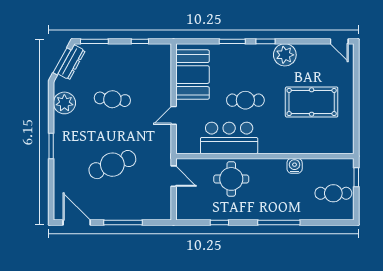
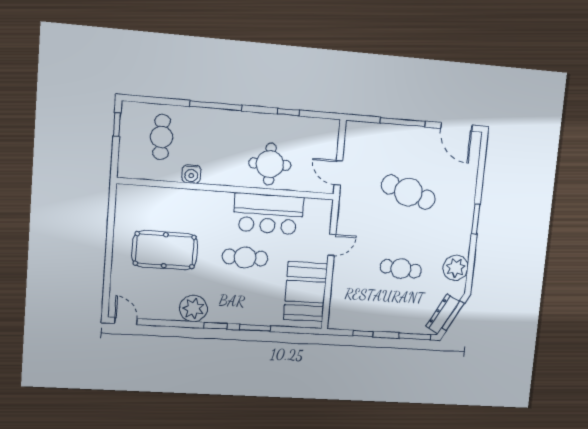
cafe table: (112, 165) -> (408, 192), turned 39
window: (356, 177) -> (117, 125), moved
cafe table: (333, 193) -> (162, 137), moved, turned 90

